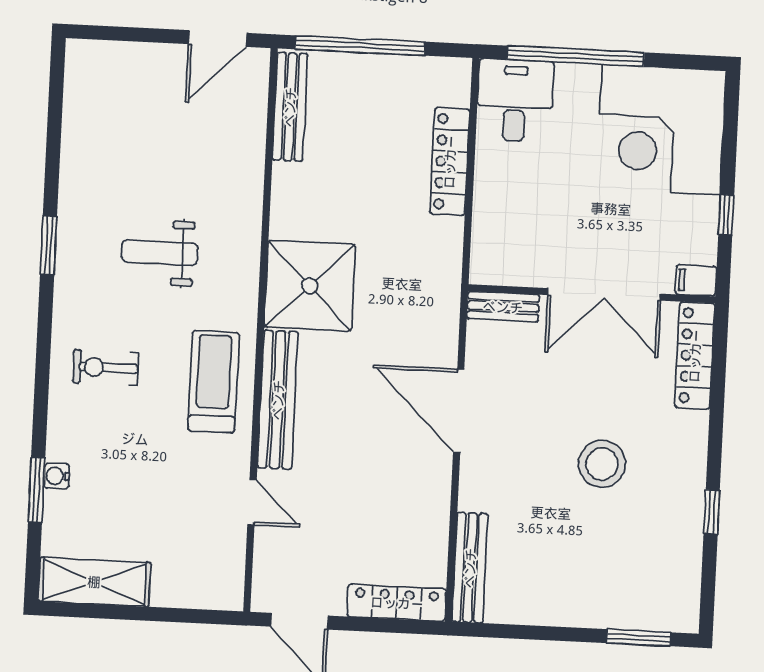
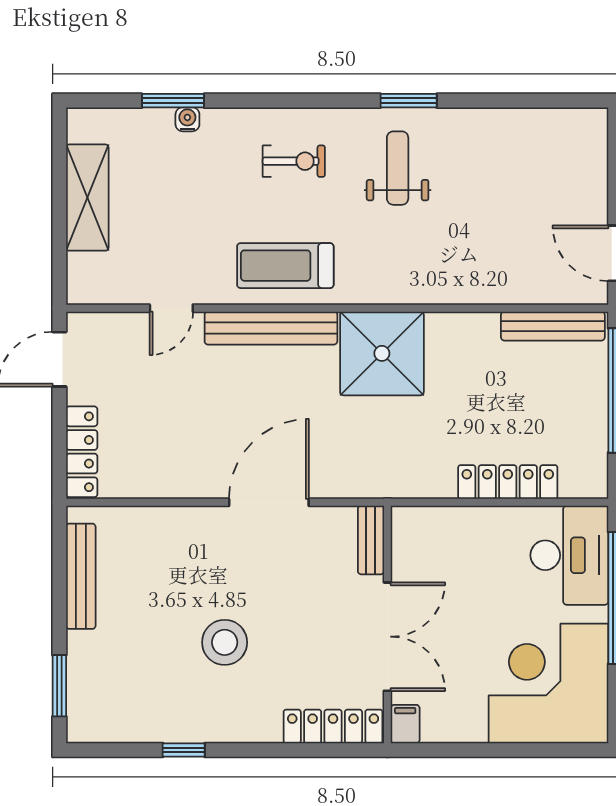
desk: (515, 101) -> (569, 555), width x1.37
window: (726, 215) -> (470, 750), removed
weight bench: (160, 253) -> (398, 168), moved
double door: (604, 294) -> (387, 637), swing flipped
exercise bike: (106, 368) -> (294, 161), turned 90
treadmill: (214, 382) -> (285, 266), turned 180
bench: (470, 568) -> (81, 576), moved, turned 90
shelving: (94, 582) -> (87, 198), moved

